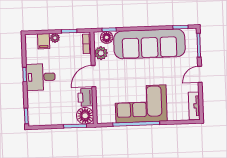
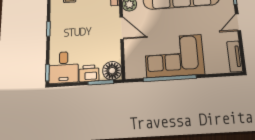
door: (94, 76) -> (122, 28), swing flipped
desk: (41, 77) -> (64, 67), moved, turned -90
printer: (86, 97) -> (89, 73), moved, turned 90

